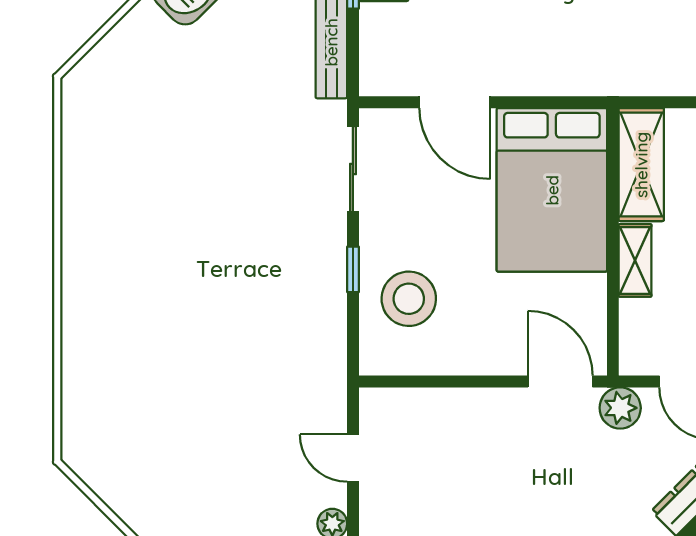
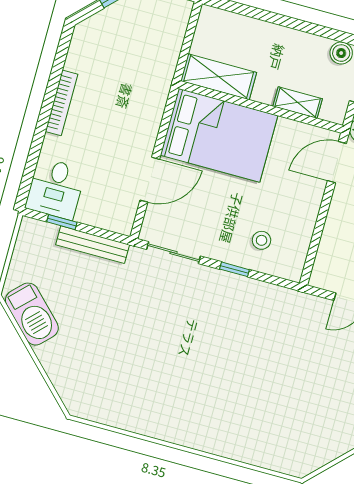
shelving: (635, 260) -> (298, 103), moved
stool: (409, 299) -> (262, 240), width x0.53, depth x0.53

